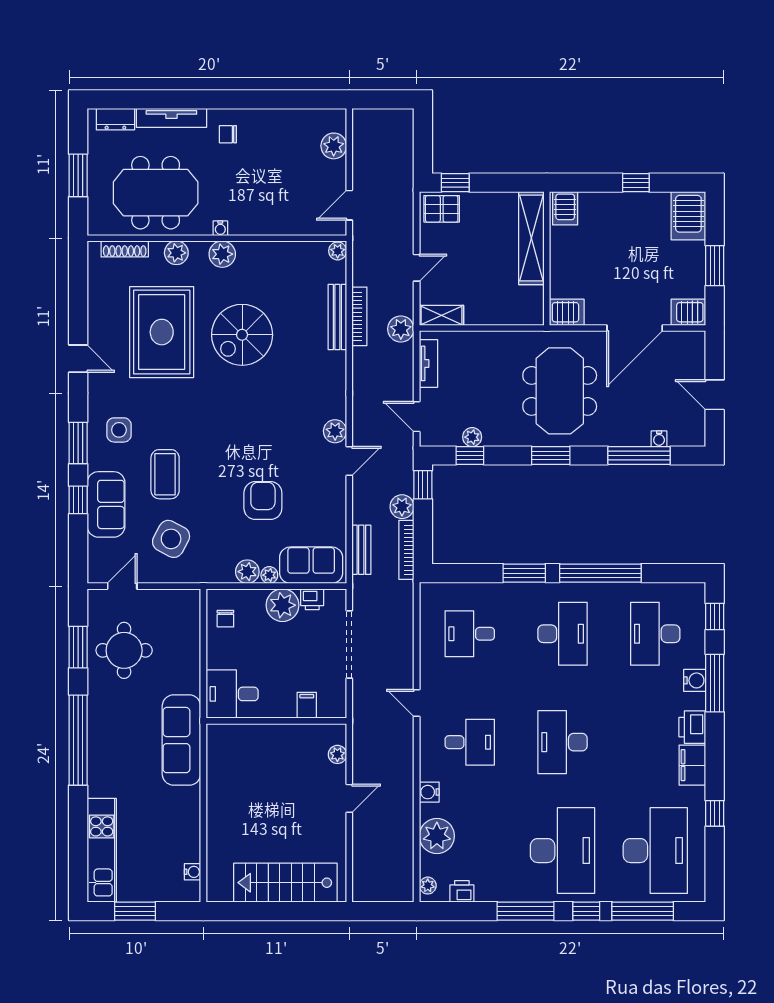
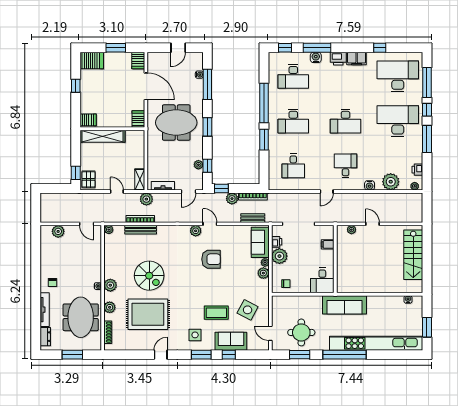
armchair: (263, 501) -> (211, 259), moved, turned 180
desk: (563, 634) -> (293, 121), turned 180
kitchen unit: (102, 850) -> (376, 343), width x1.86

